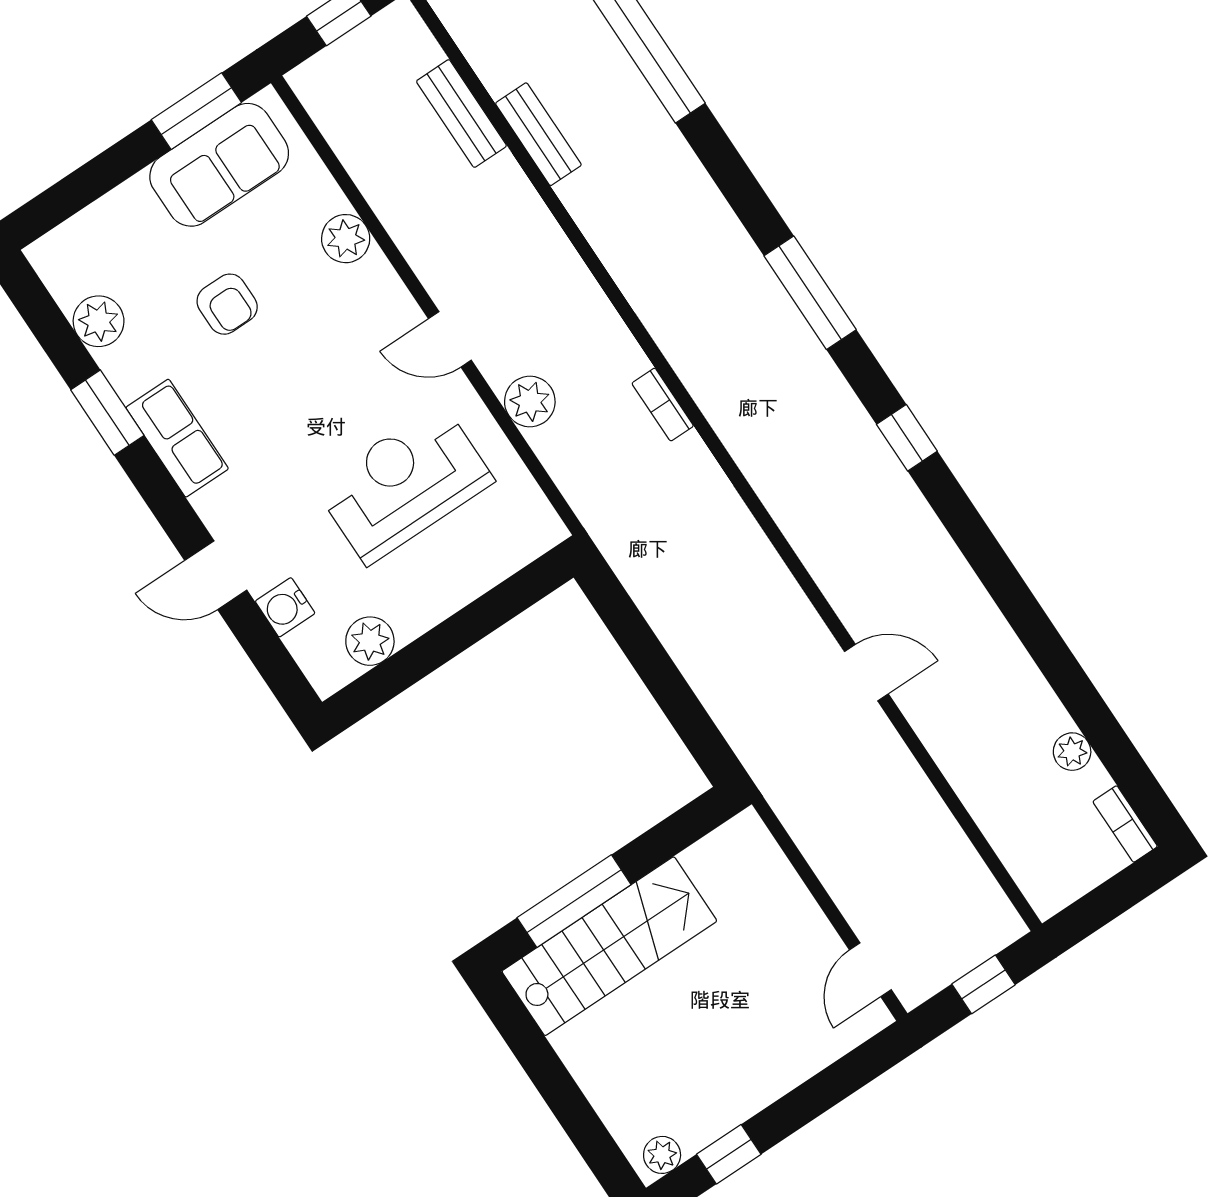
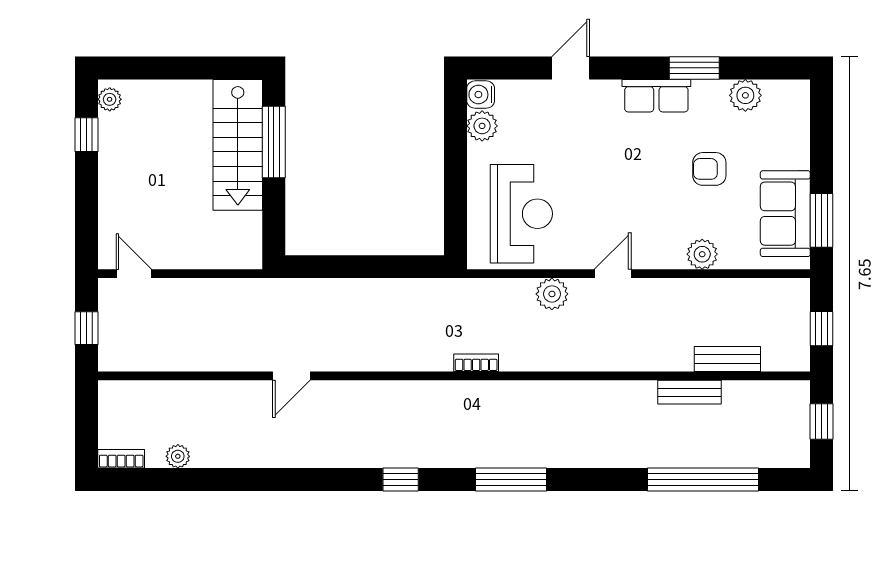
bookcase: (663, 405) -> (476, 363), moved
reception desk: (404, 484) -> (521, 214), moved
water cooler: (285, 607) -> (481, 95), moved, turned -90

